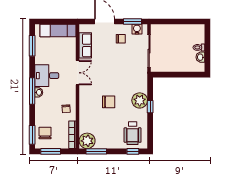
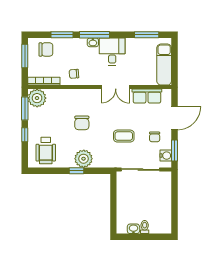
coffee table: (120, 66) -> (124, 136), added
wheelchair: (133, 133) -> (46, 150), turned -90
window: (32, 135) -> (62, 35), moved
window: (133, 151) -> (25, 135), moved

